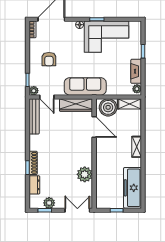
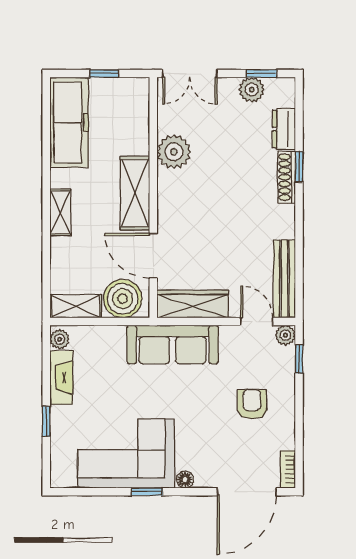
shelving: (102, 156) -> (135, 193), added

